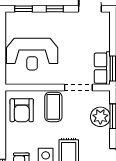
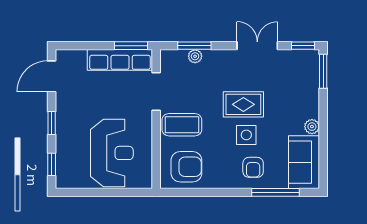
row of seats: (102, 68) -> (120, 60), width x1.48
plant: (100, 117) -> (195, 56), width x0.53, depth x0.53

